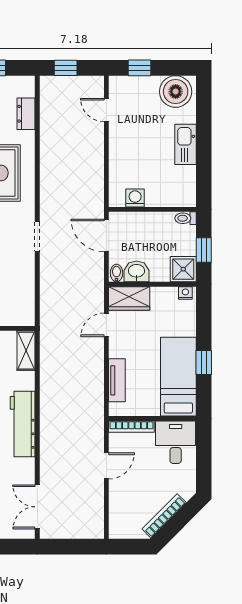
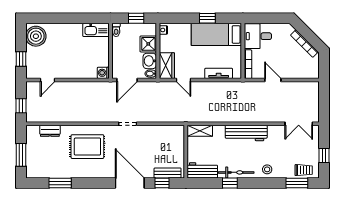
kitchen sink: (185, 144) -> (96, 30), moved
washing machine: (135, 198) -> (103, 73), moved
shower: (183, 269) -> (148, 44), moved

